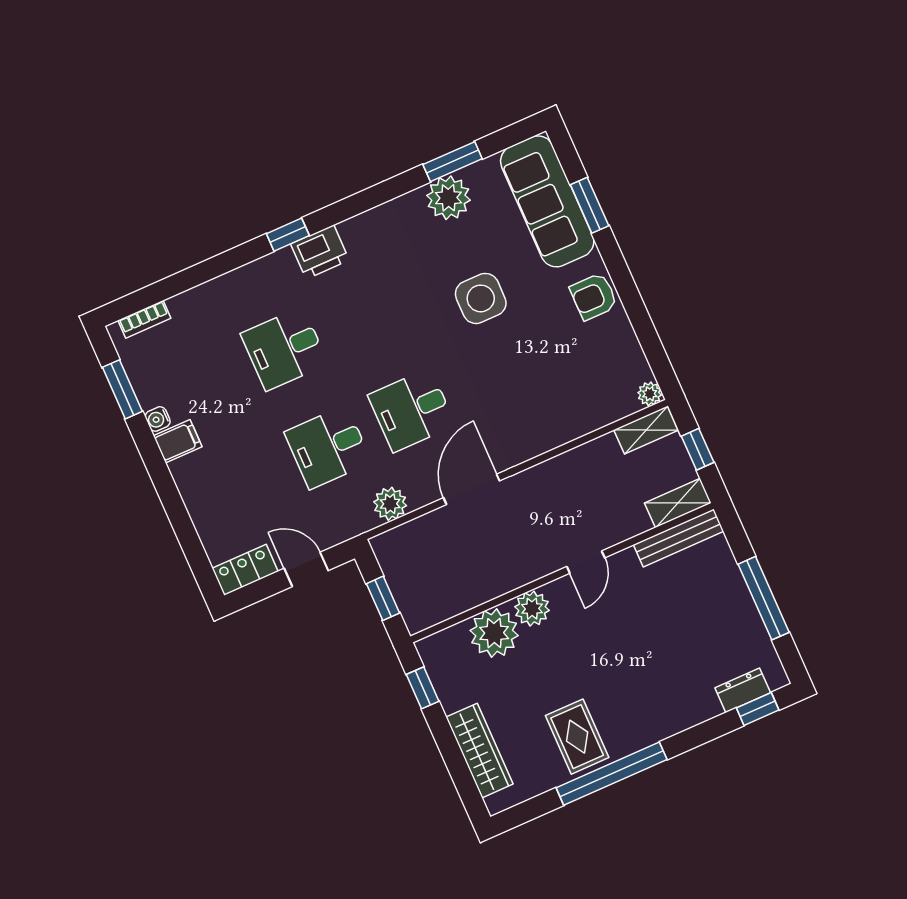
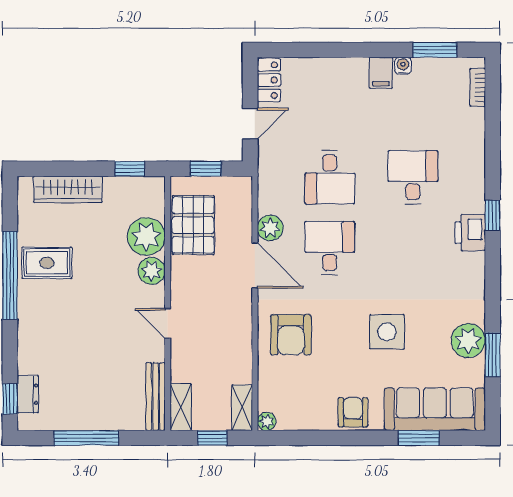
armchair: (535, 411) -> (291, 335), added
desk: (328, 447) -> (330, 177), turned 180
plant: (390, 504) -> (270, 228), moved
pallet: (456, 583) -> (193, 225), added

